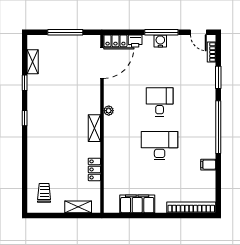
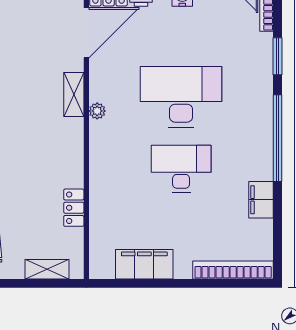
desk: (160, 102) -> (181, 97), width x1.87, depth x1.30
shelving: (94, 128) -> (74, 94), moved
filing cabinet: (208, 165) -> (261, 200), width x2.00

